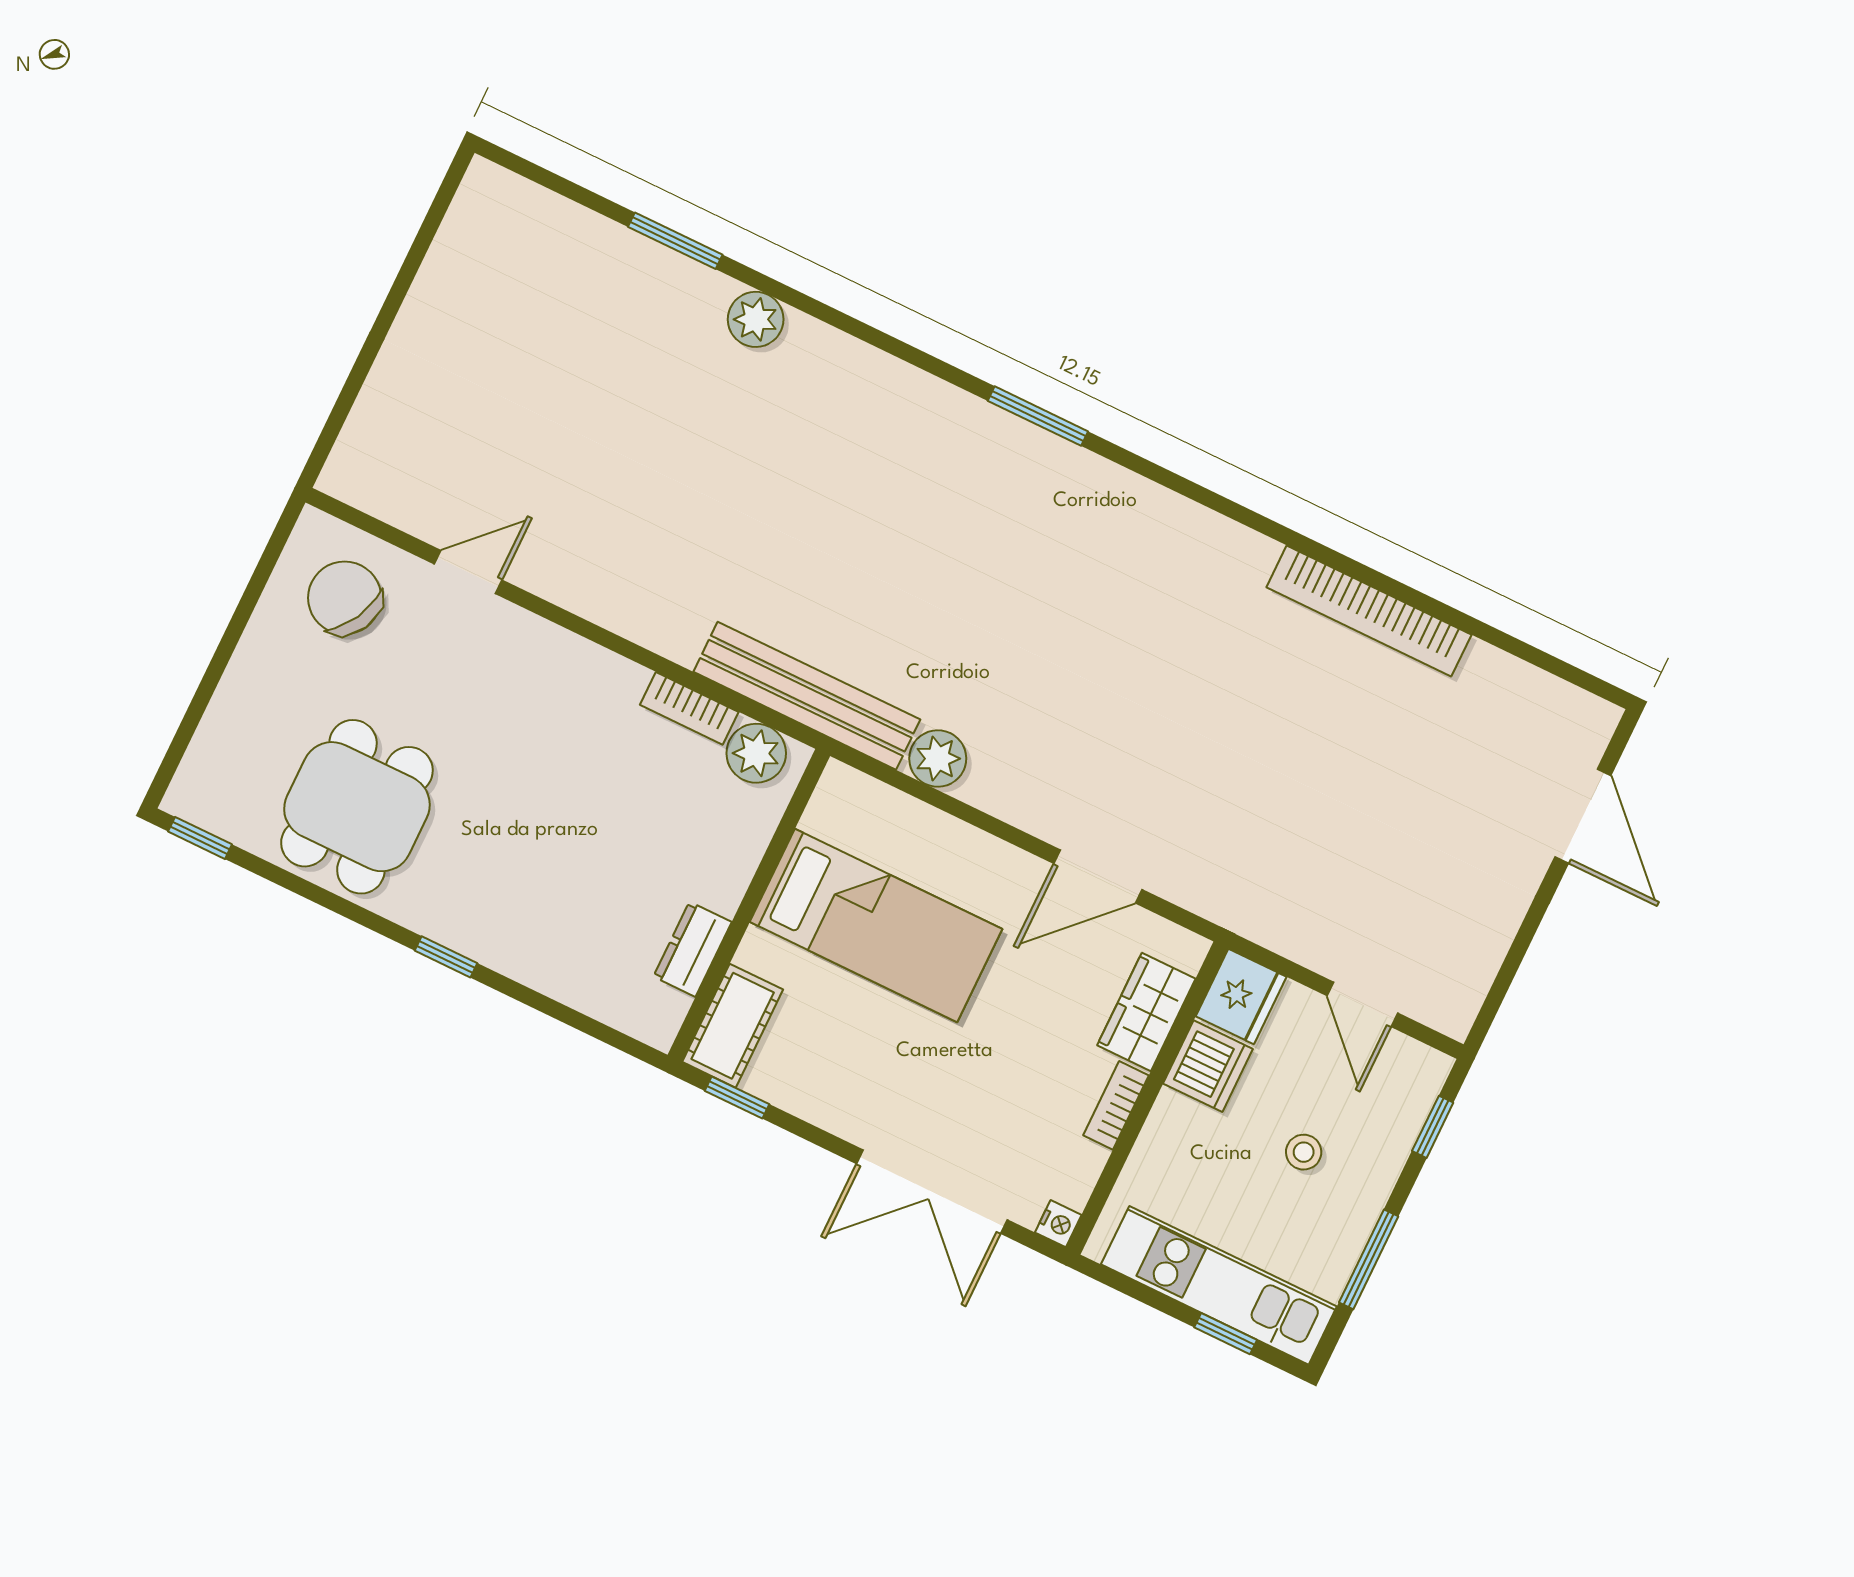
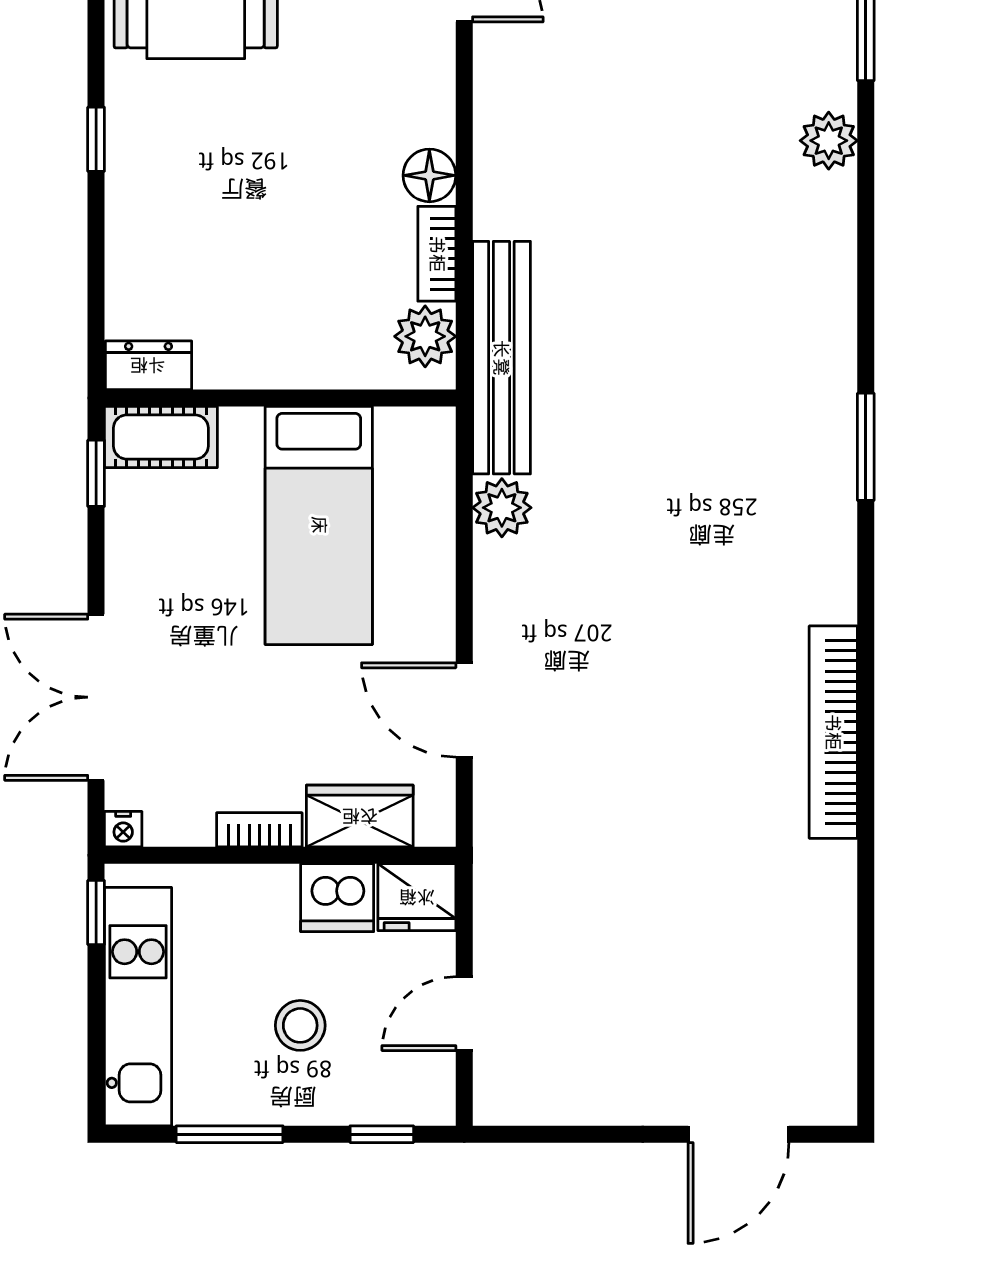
bookcase: (1369, 611) -> (833, 732), moved
floor lamp: (618, 682) -> (429, 175), added
dresser: (692, 949) -> (148, 365), moved
stool: (1304, 1152) -> (300, 1025), width x1.37, depth x1.37
window: (1226, 1334) -> (96, 912), moved

